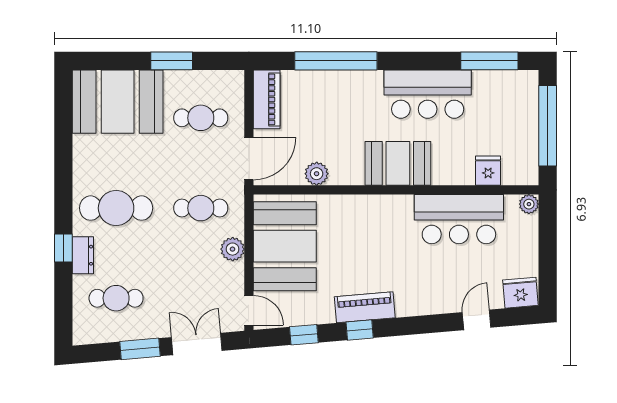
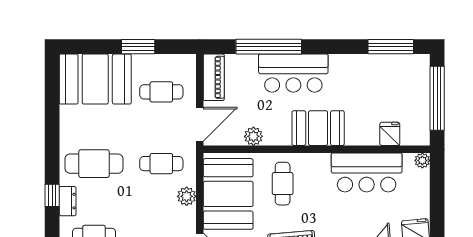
bar counter: (428, 94) -> (293, 73), moved
cafe table: (353, 233) -> (283, 184), added

